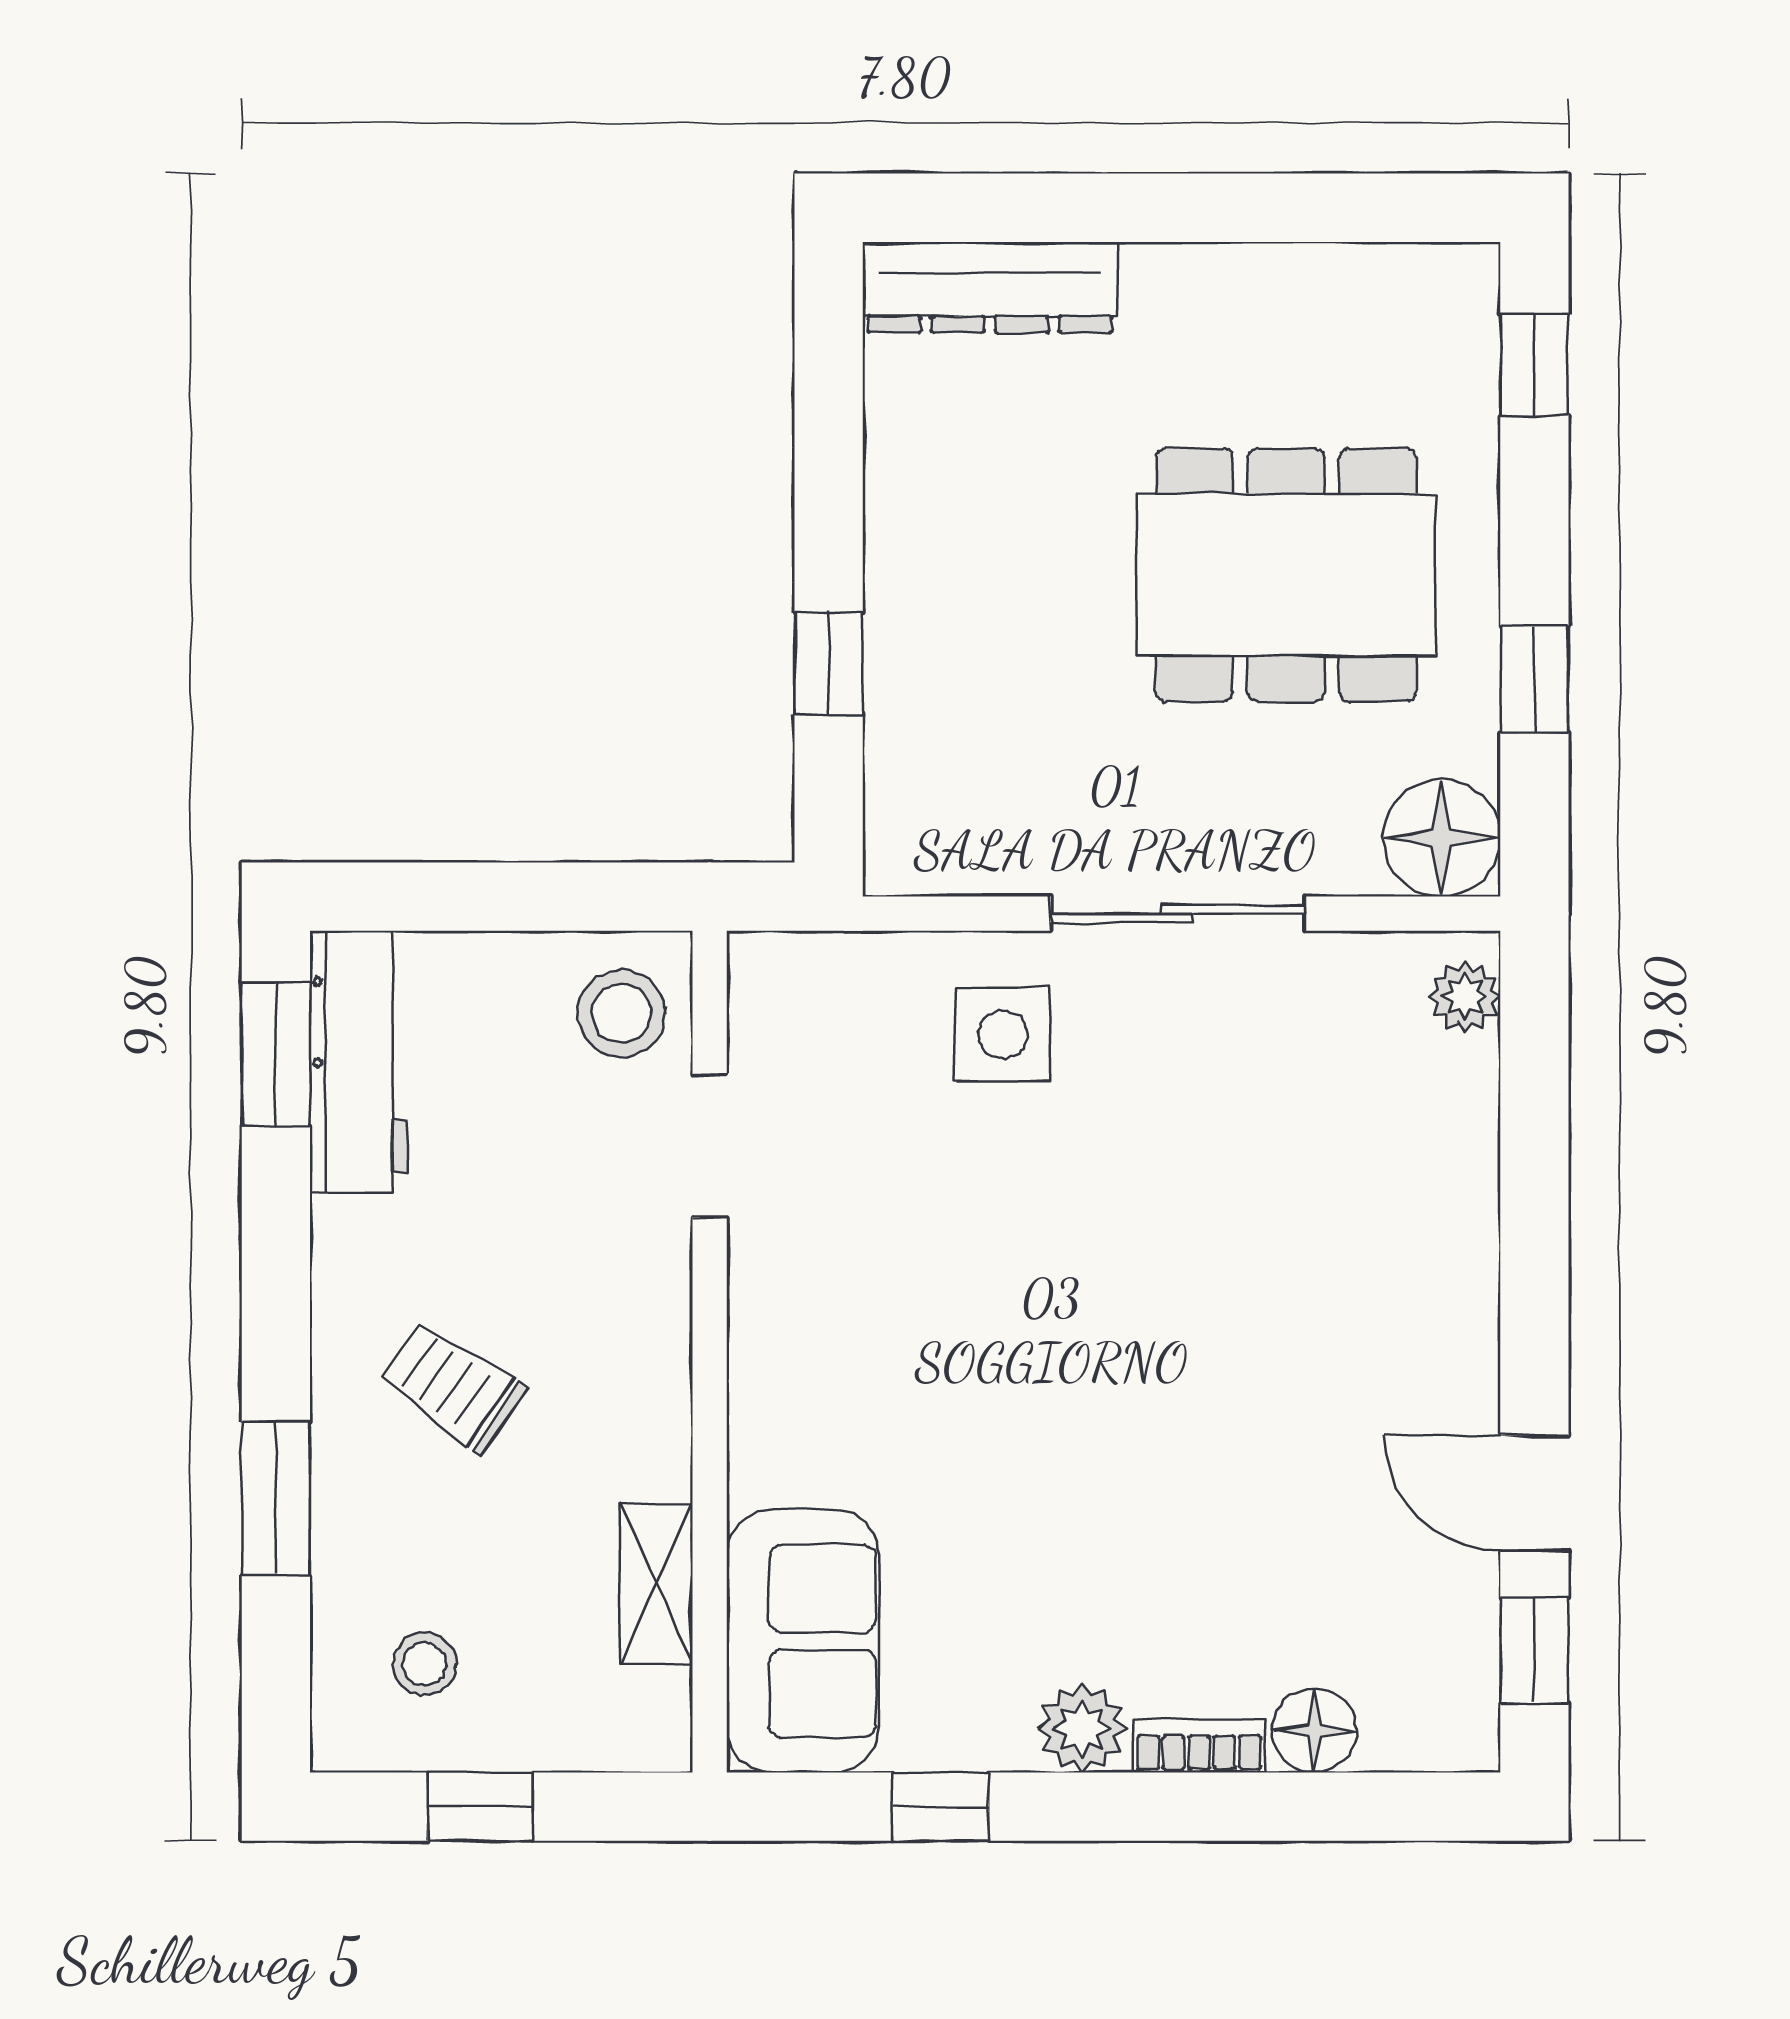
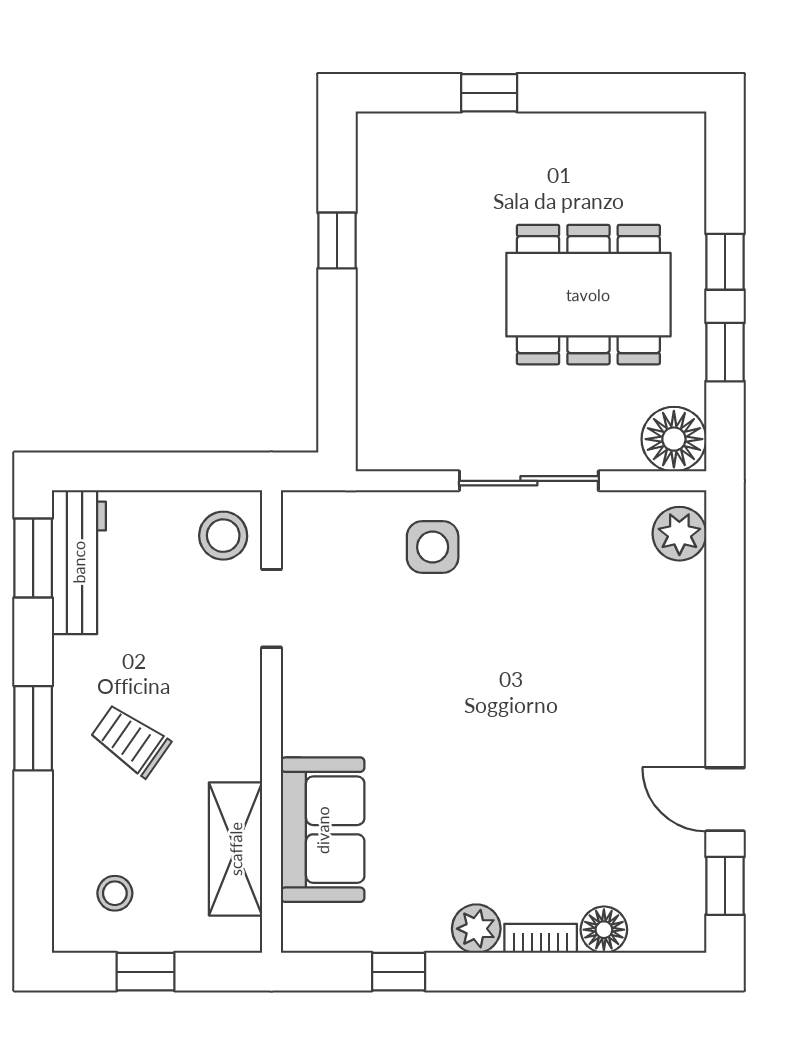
window: (1105, 208) -> (489, 93), added
dresser: (990, 287) -> (426, 136), removed
window: (1534, 365) -> (725, 262), moved
window: (829, 664) -> (337, 241), moved
plant: (1465, 997) -> (679, 534), width x1.38, depth x1.38
window: (276, 1498) -> (33, 728), moved
shelving: (656, 1583) -> (236, 849), width x1.50, depth x1.33
sofa: (803, 1641) -> (323, 830), moved

